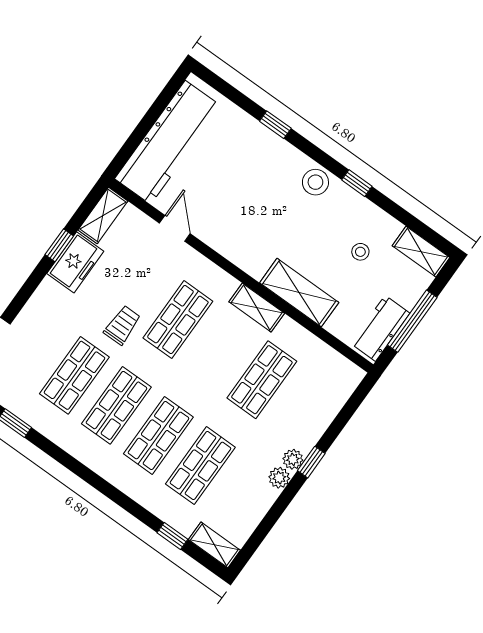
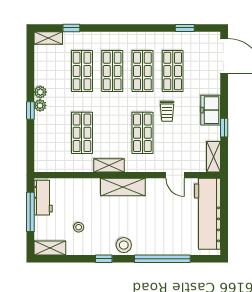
window: (275, 125) -> (162, 259), width x3.17
freezer: (75, 262) -> (211, 110), moved
shelving: (299, 293) -> (123, 187), moved

